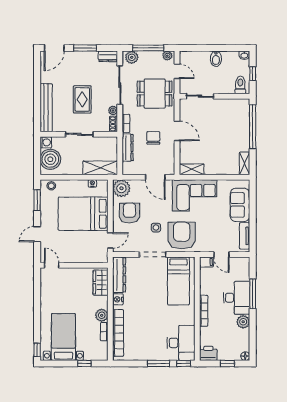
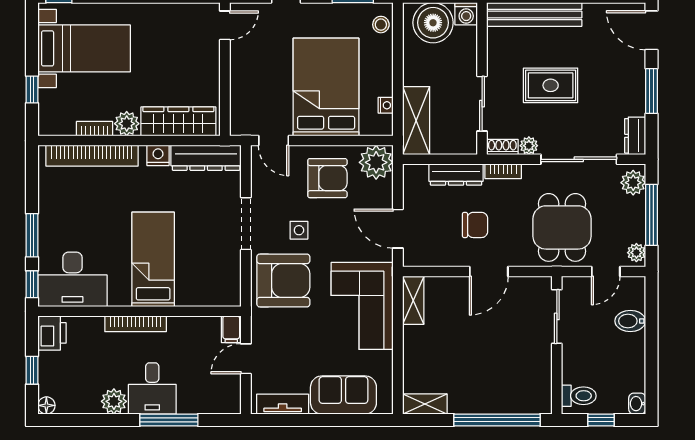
bidet: (216, 59) -> (630, 321), moved
sliding door: (79, 134) -> (482, 104), moved
door: (155, 177) -> (398, 229), hinge flipped
bed: (178, 281) -> (153, 259), moved, turned 90
wardrobe: (101, 283) -> (178, 121), width x1.50
desk: (237, 298) -> (152, 388), width x0.73

